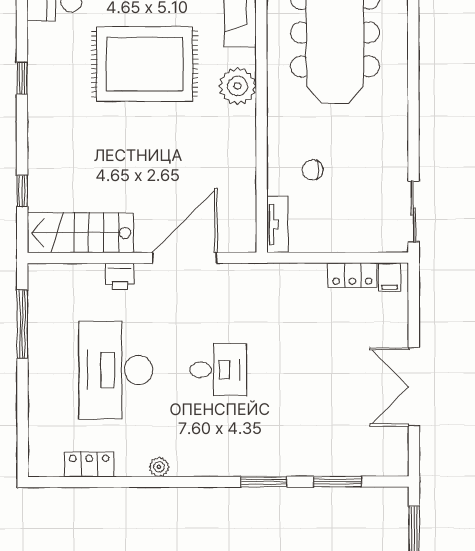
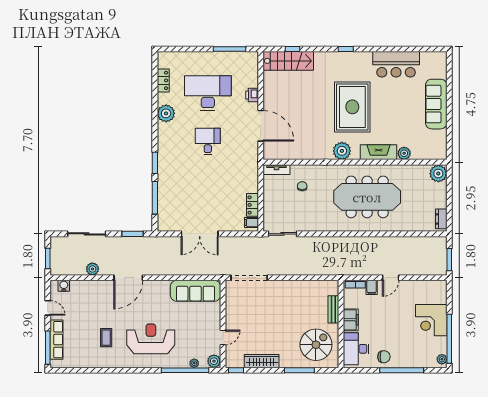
stairs: (80, 233) -> (288, 61), moved, turned 90
desk: (218, 370) -> (208, 141), turned 180
double door: (414, 387) -> (200, 234), swing flipped
plant: (159, 467) -> (166, 113), width x1.88, depth x1.88
window: (338, 482) -> (155, 198), width x1.44

